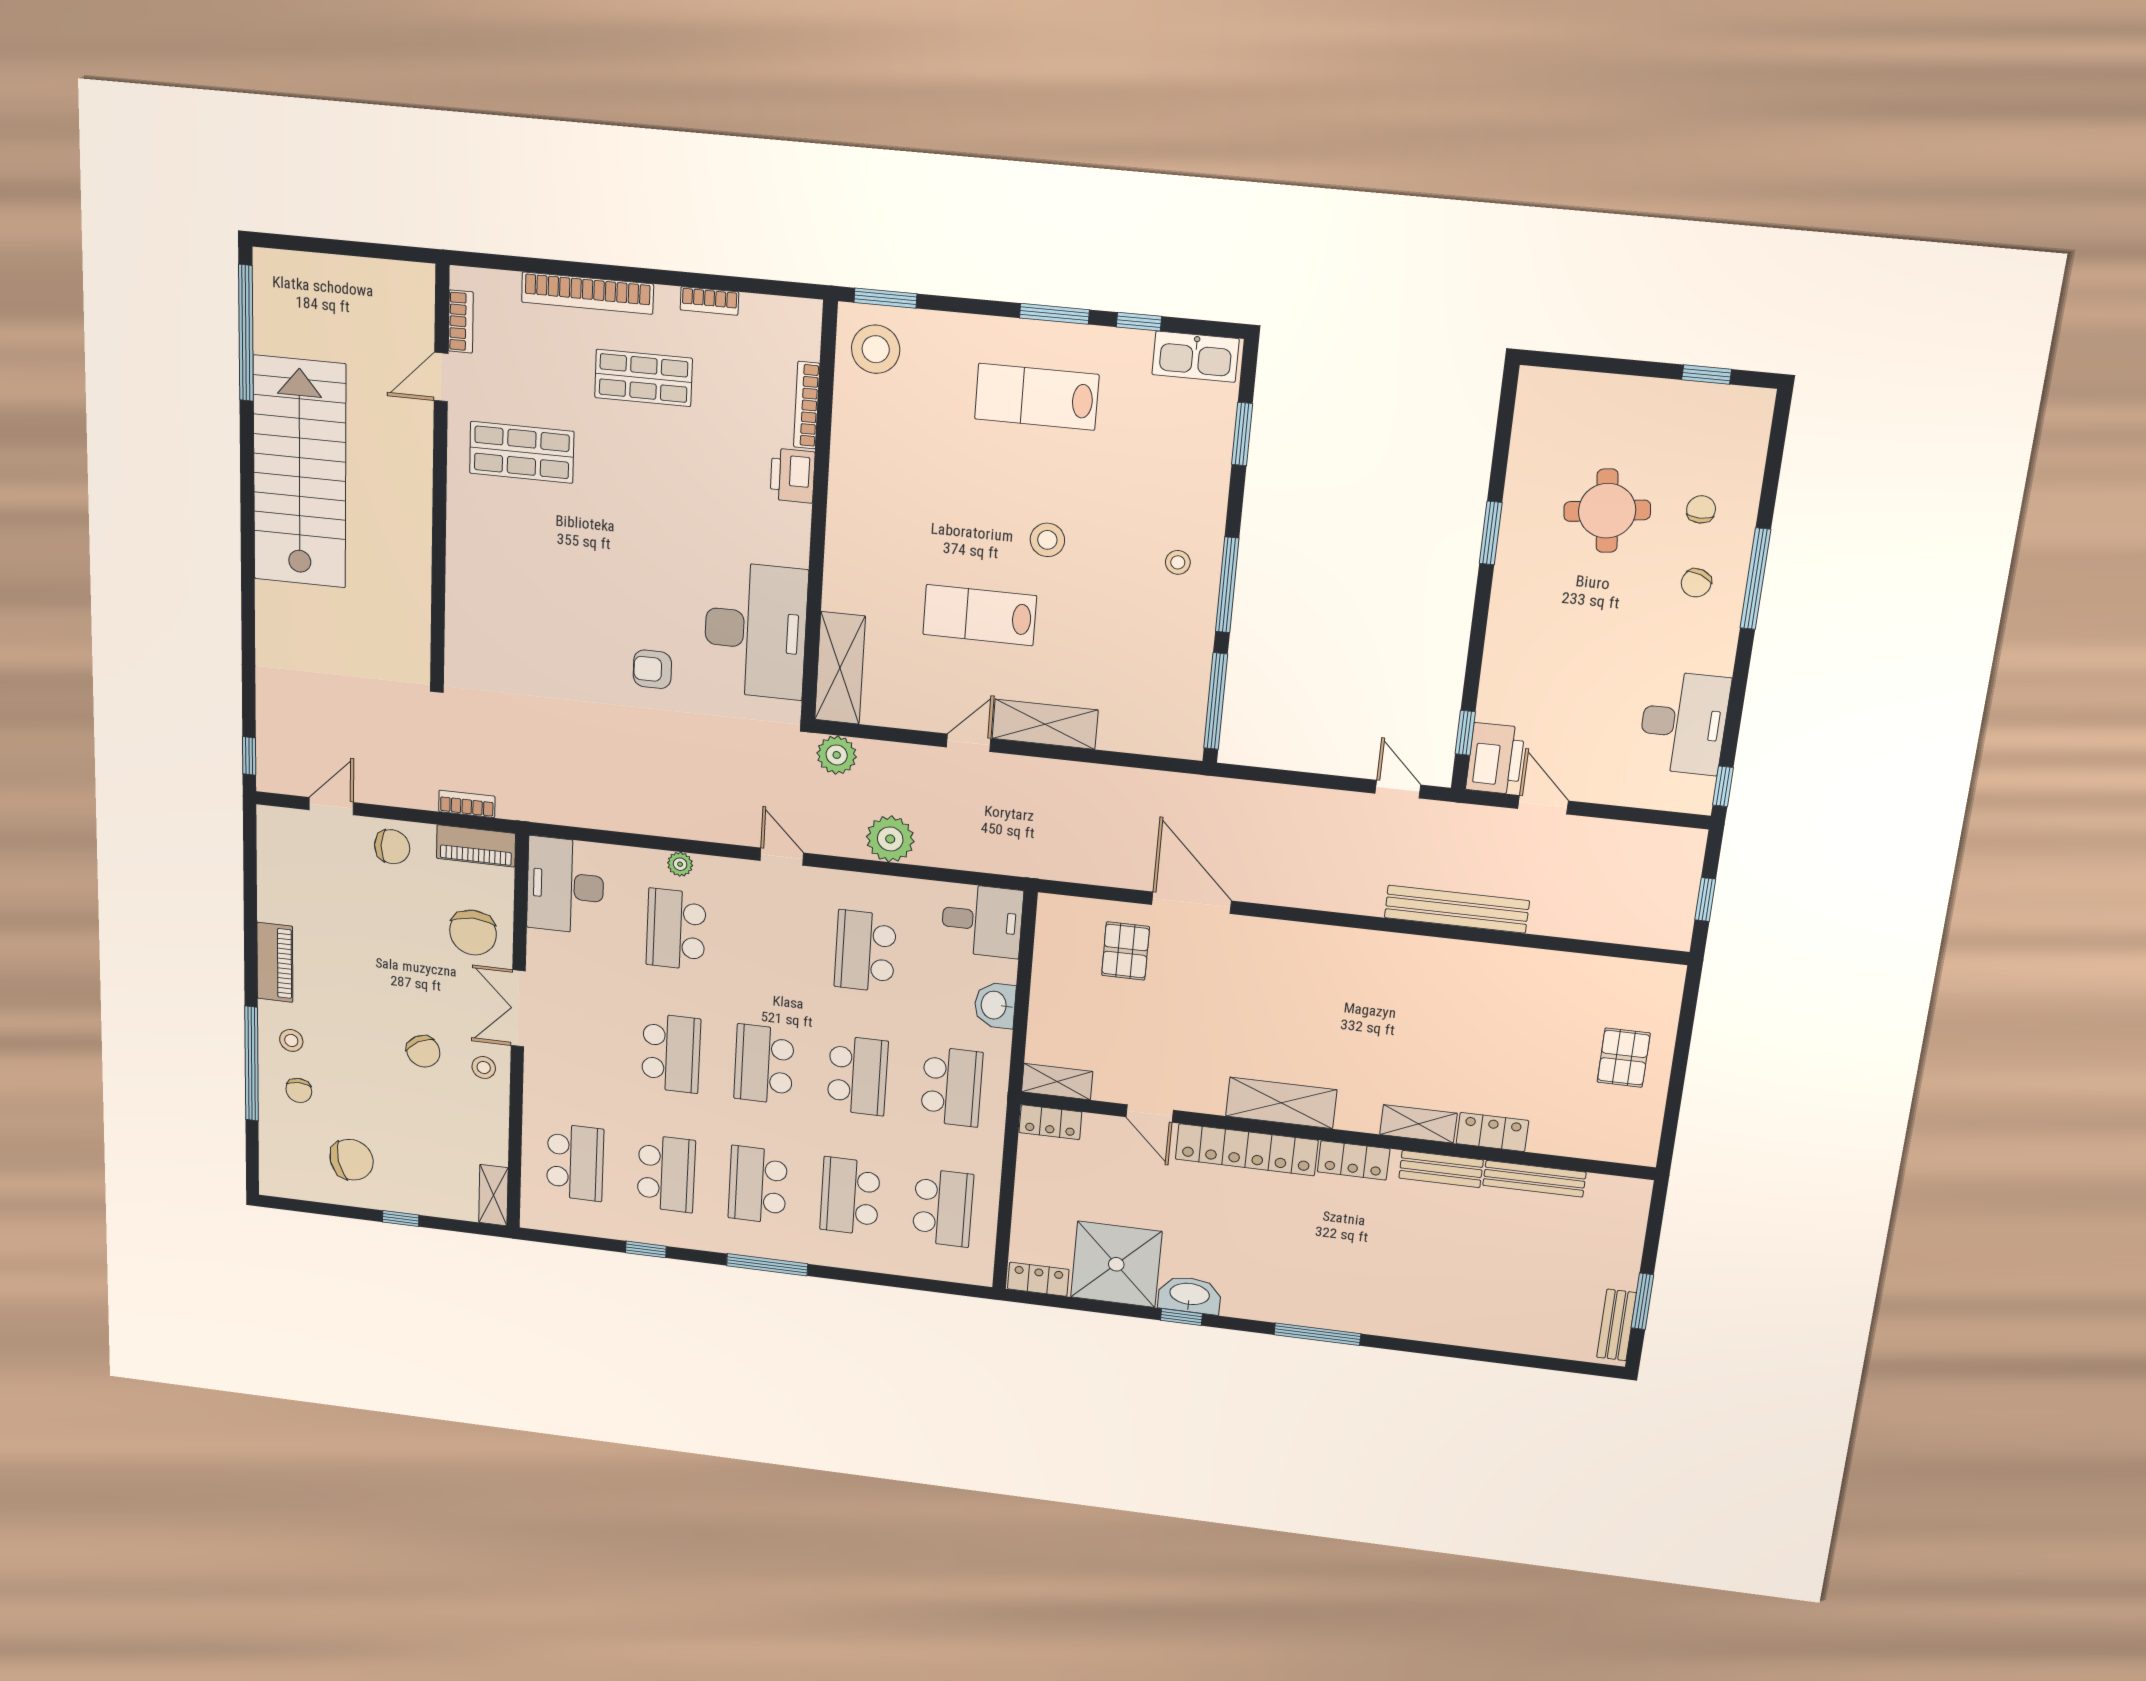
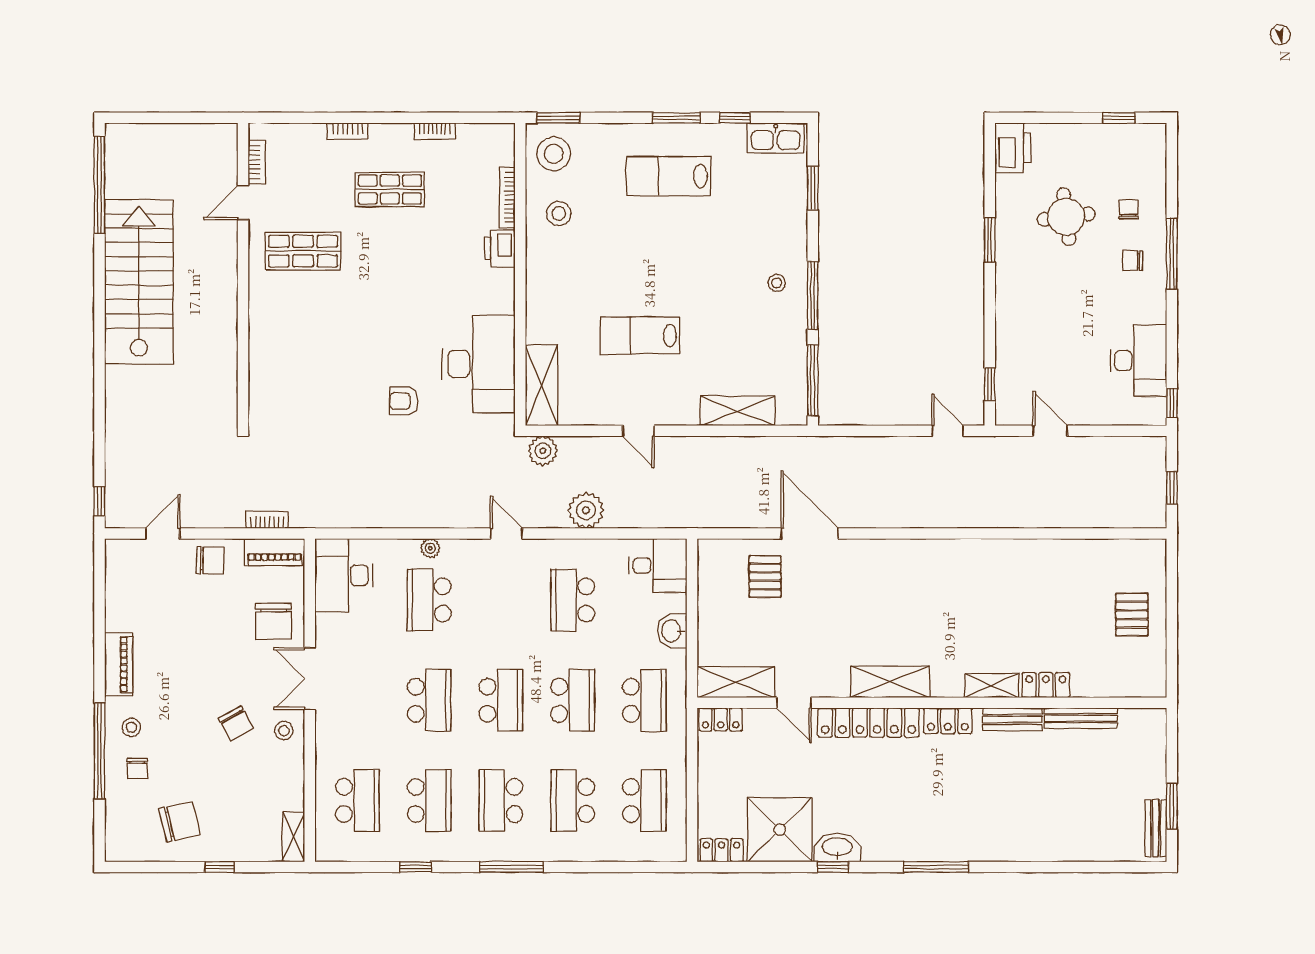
bookcase: (587, 293) -> (348, 131), width x0.43, depth x0.76
stool: (1047, 540) -> (559, 213), moved
chair: (1696, 583) -> (1133, 261), turned 69
shelving: (1045, 724) -> (737, 411), moved
door: (969, 743) -> (638, 431), swing flipped
printer: (1495, 759) -> (1013, 148), moved
bench: (1457, 909) -> (999, 516), removed
school desk: (764, 1064) -> (501, 700), turned 180
shelving: (1057, 1082) -> (736, 682), width x1.50, depth x1.33

